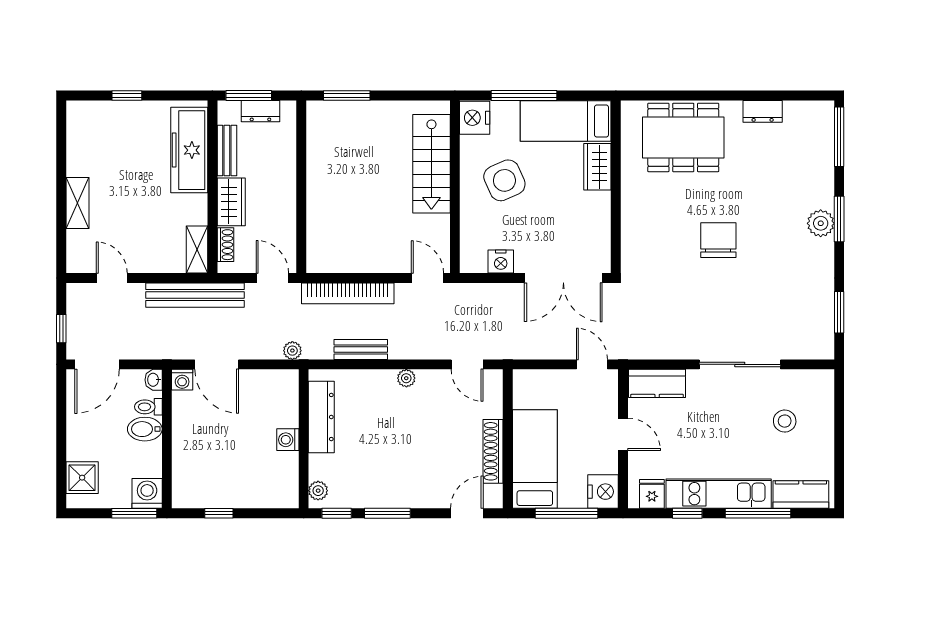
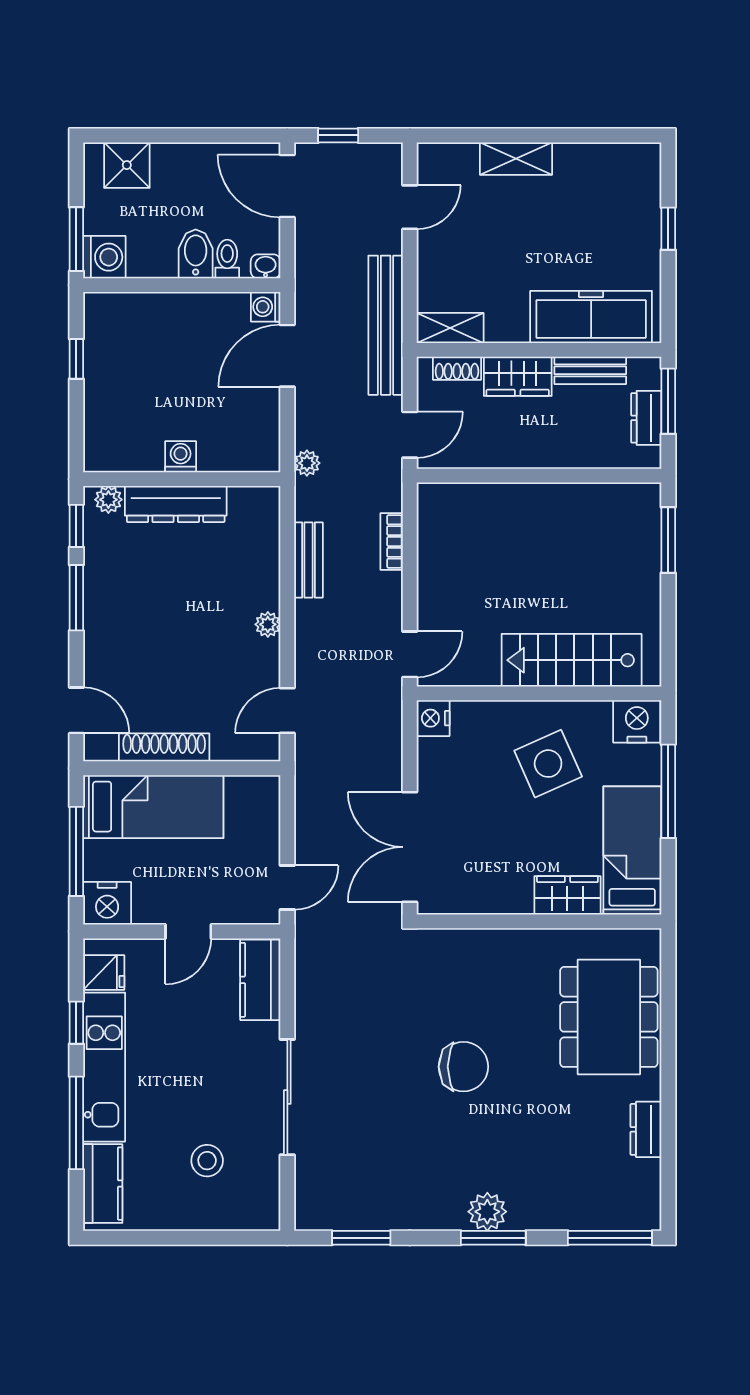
nightstand: (501, 262) -> (433, 718), moved
bookcase: (348, 293) -> (392, 541), width x0.43, depth x0.76
dresser: (321, 417) -> (176, 504), moved

